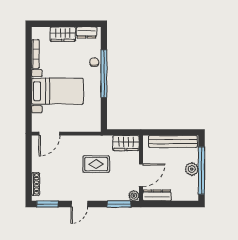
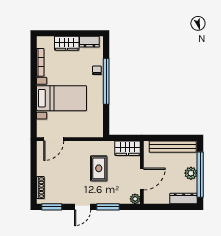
rug: (96, 164) -> (99, 168), turned 90
dresser: (157, 195) -> (184, 199), moved
window: (119, 204) -> (108, 207), moved

